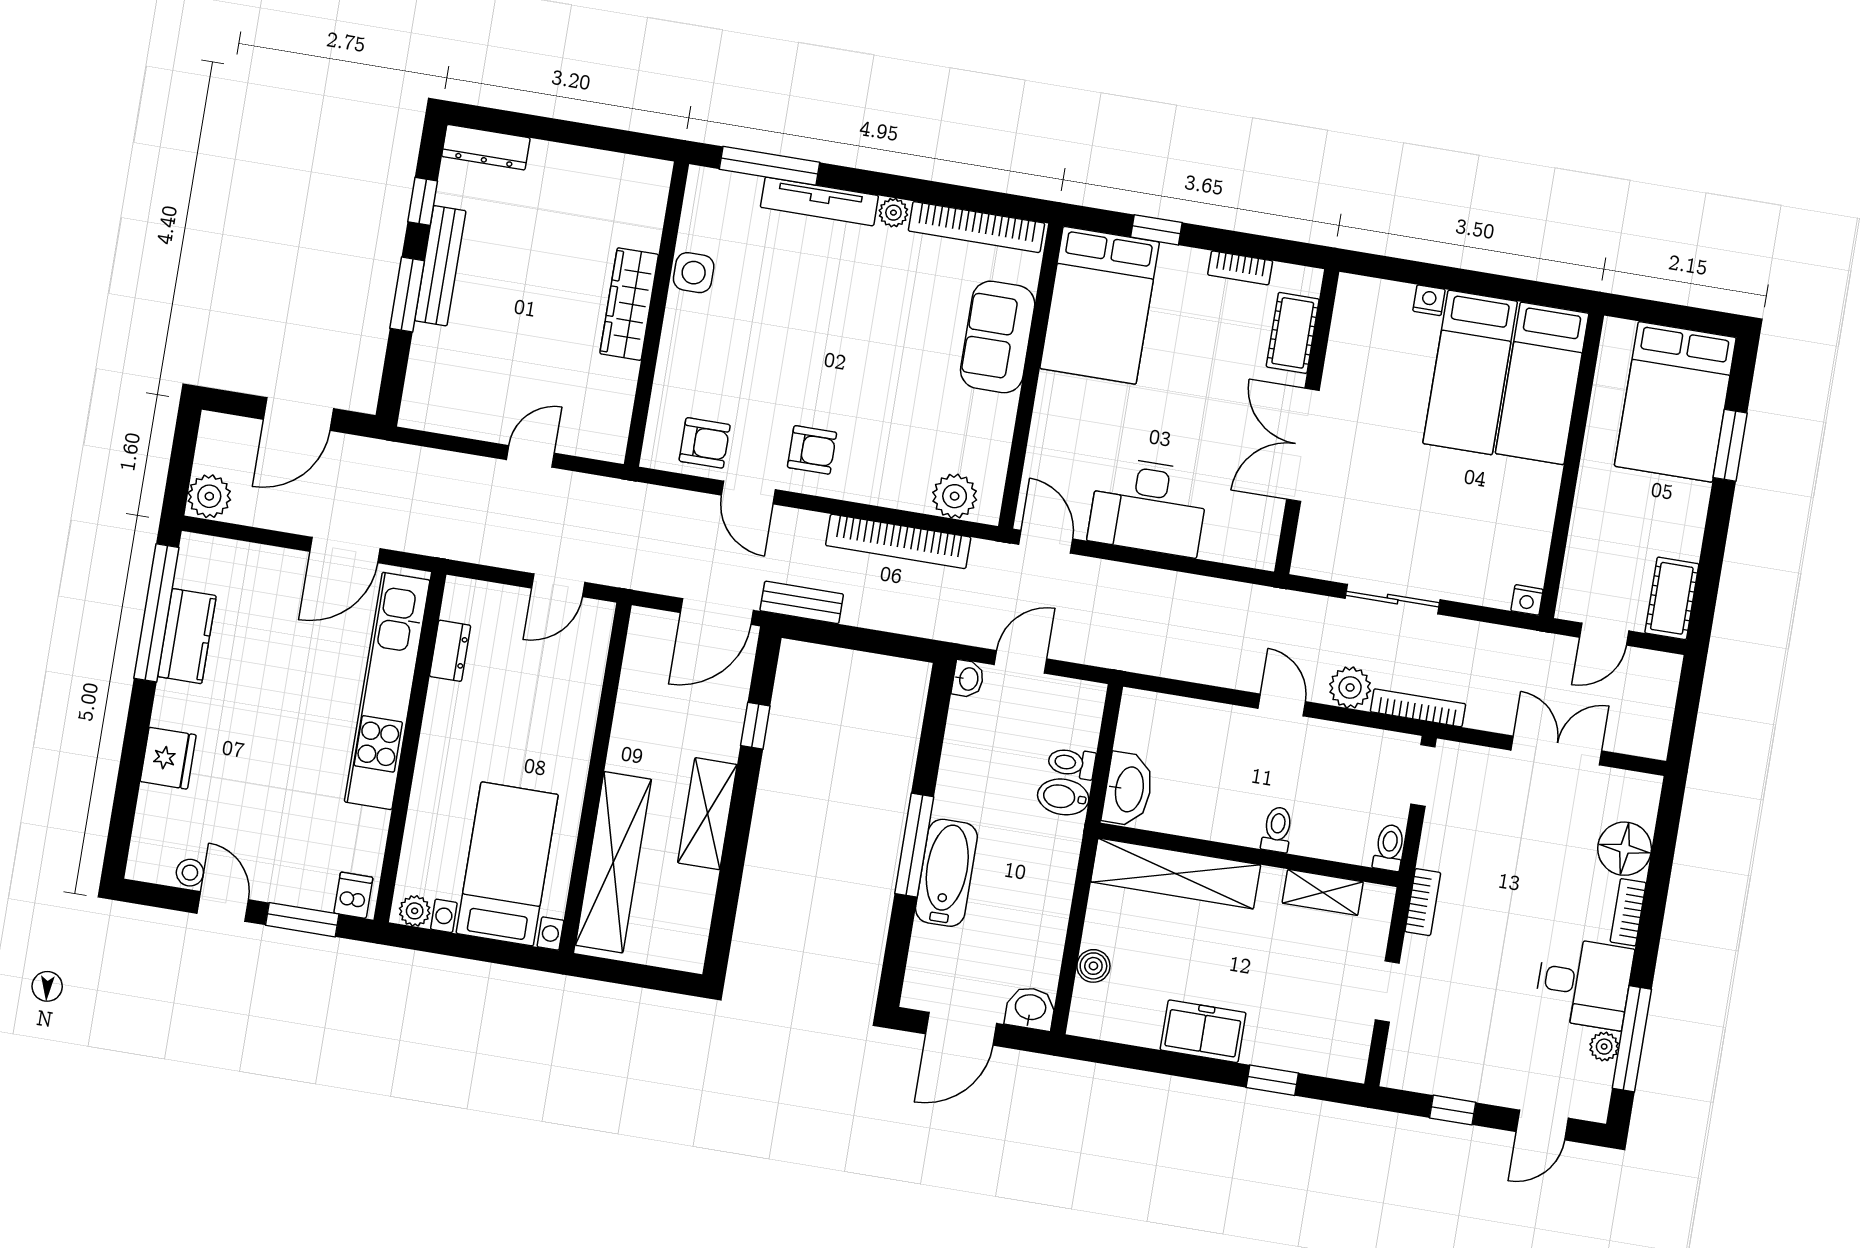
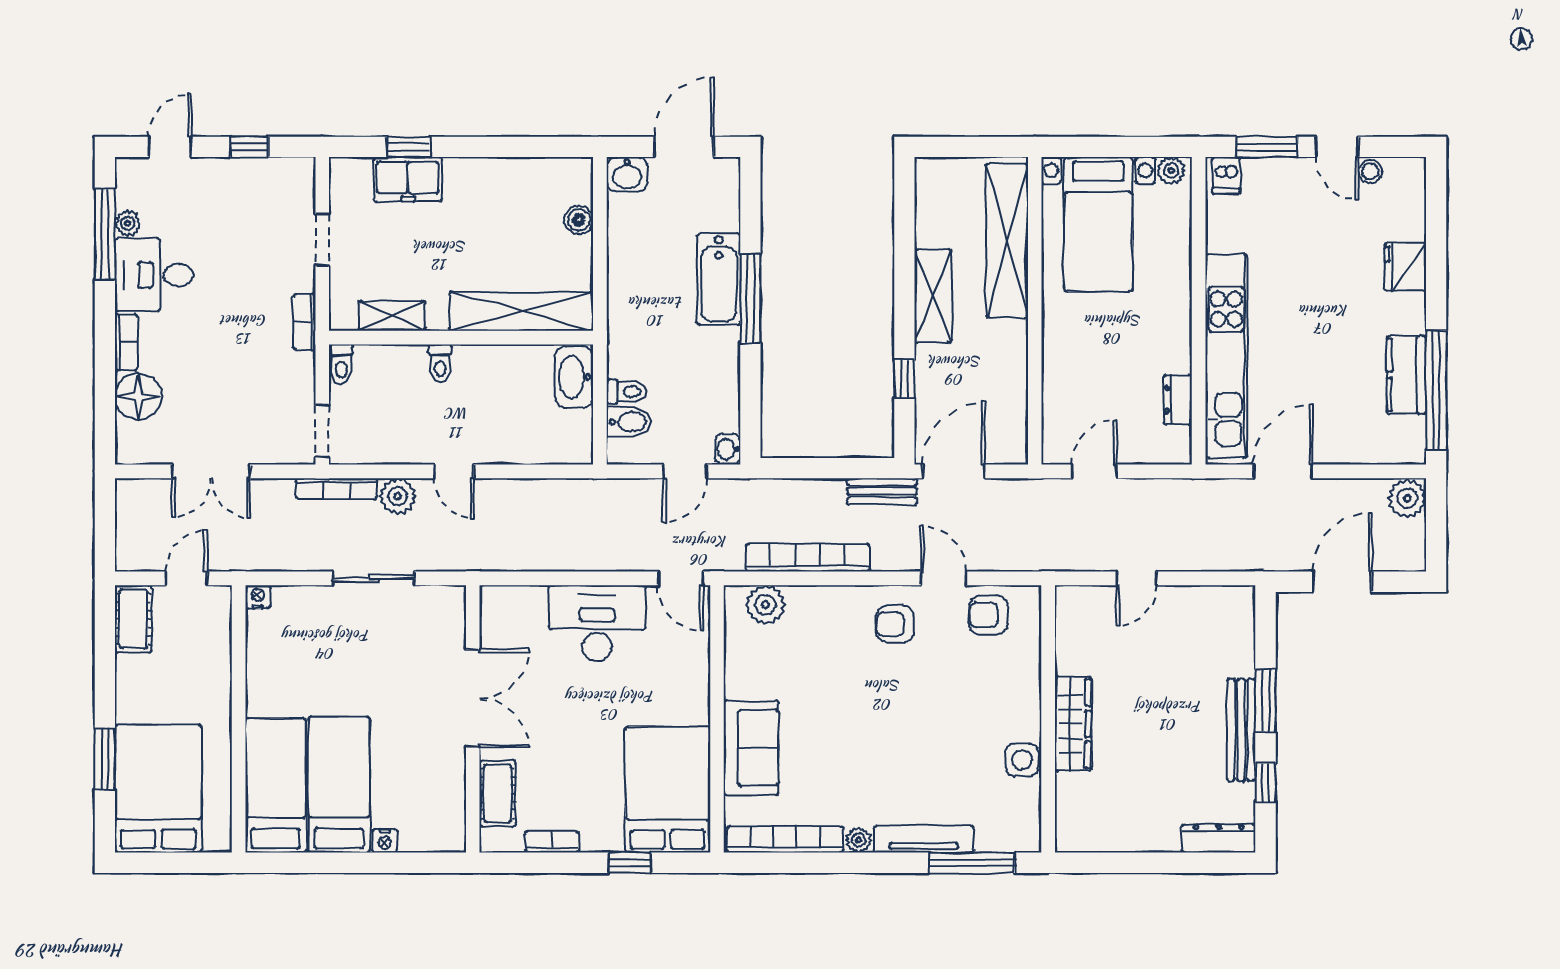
bidet: (1063, 797) -> (629, 422), moved
freezer: (1203, 1031) -> (408, 179), moved

